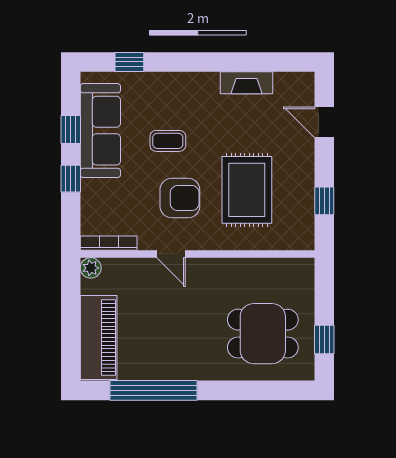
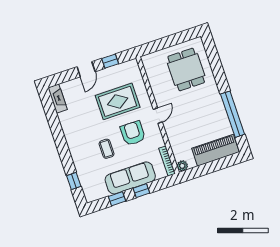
fireplace: (246, 83) -> (58, 99), moved
door: (324, 122) -> (86, 69), moved
sofa: (100, 131) -> (130, 178), moved
door: (171, 254) -> (158, 116), moved
window: (324, 340) -> (179, 38), removed

